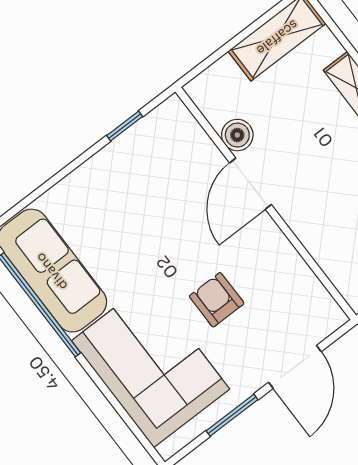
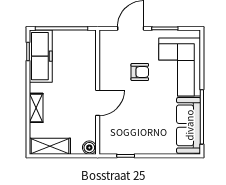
boiler: (237, 135) -> (89, 148), moved
armchair: (217, 300) -> (140, 72), turned -90

